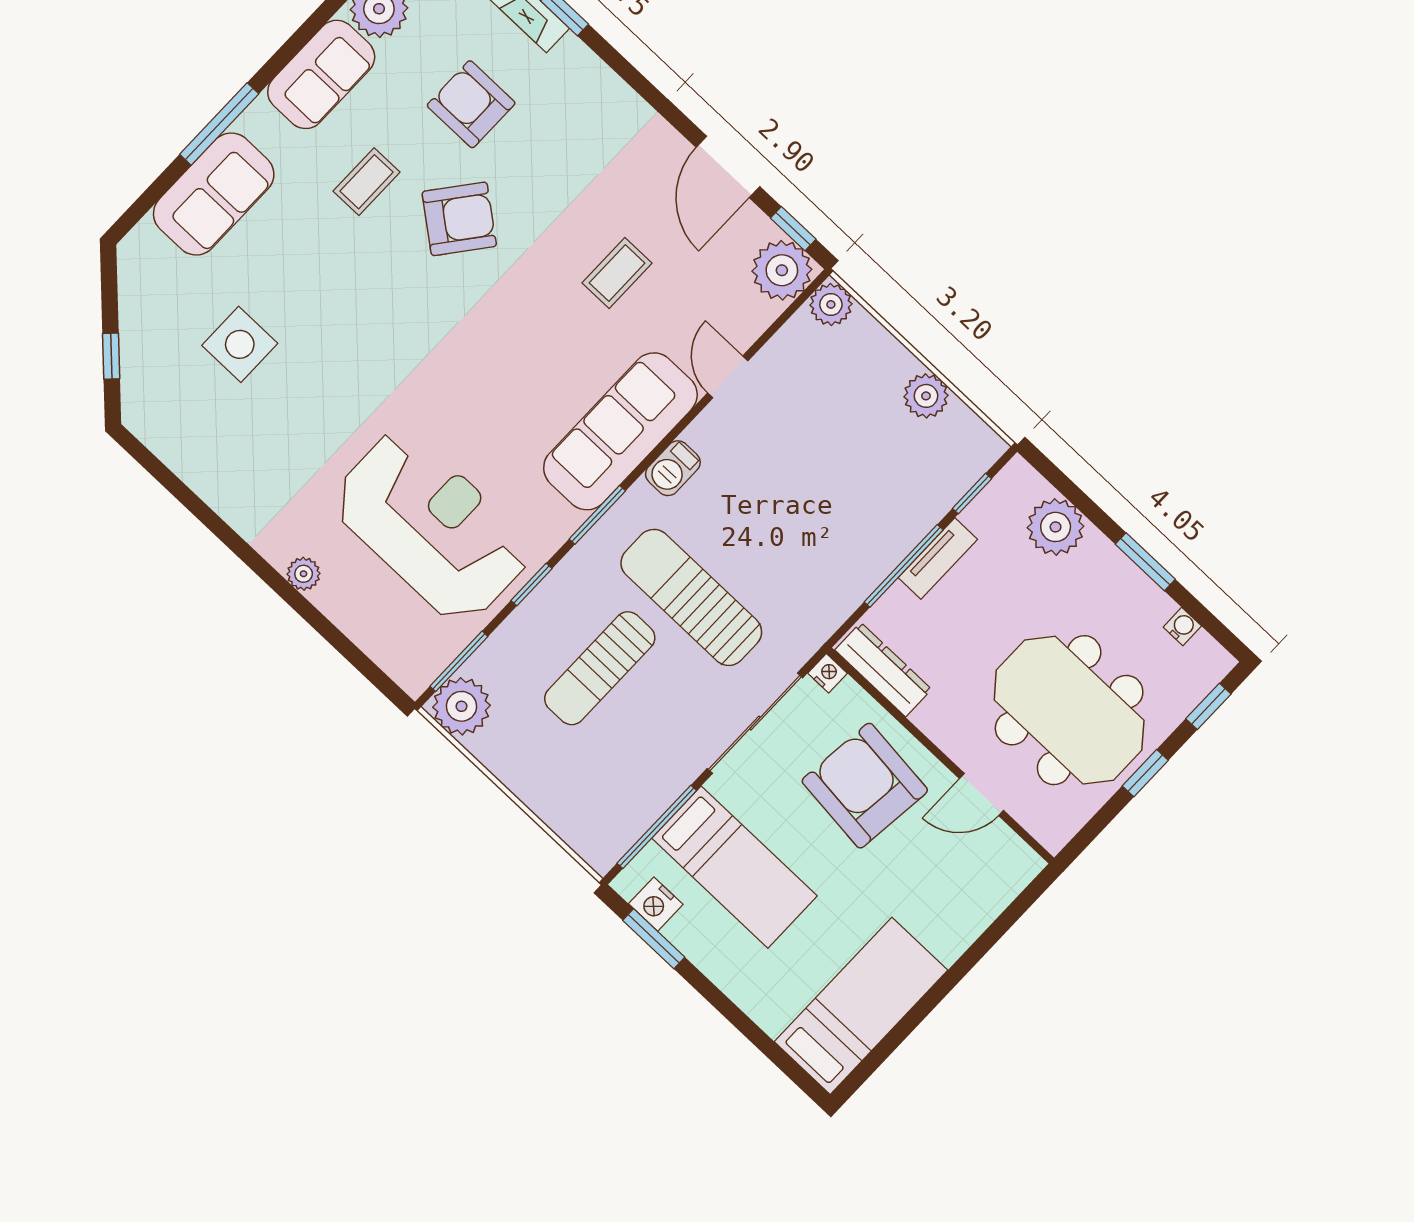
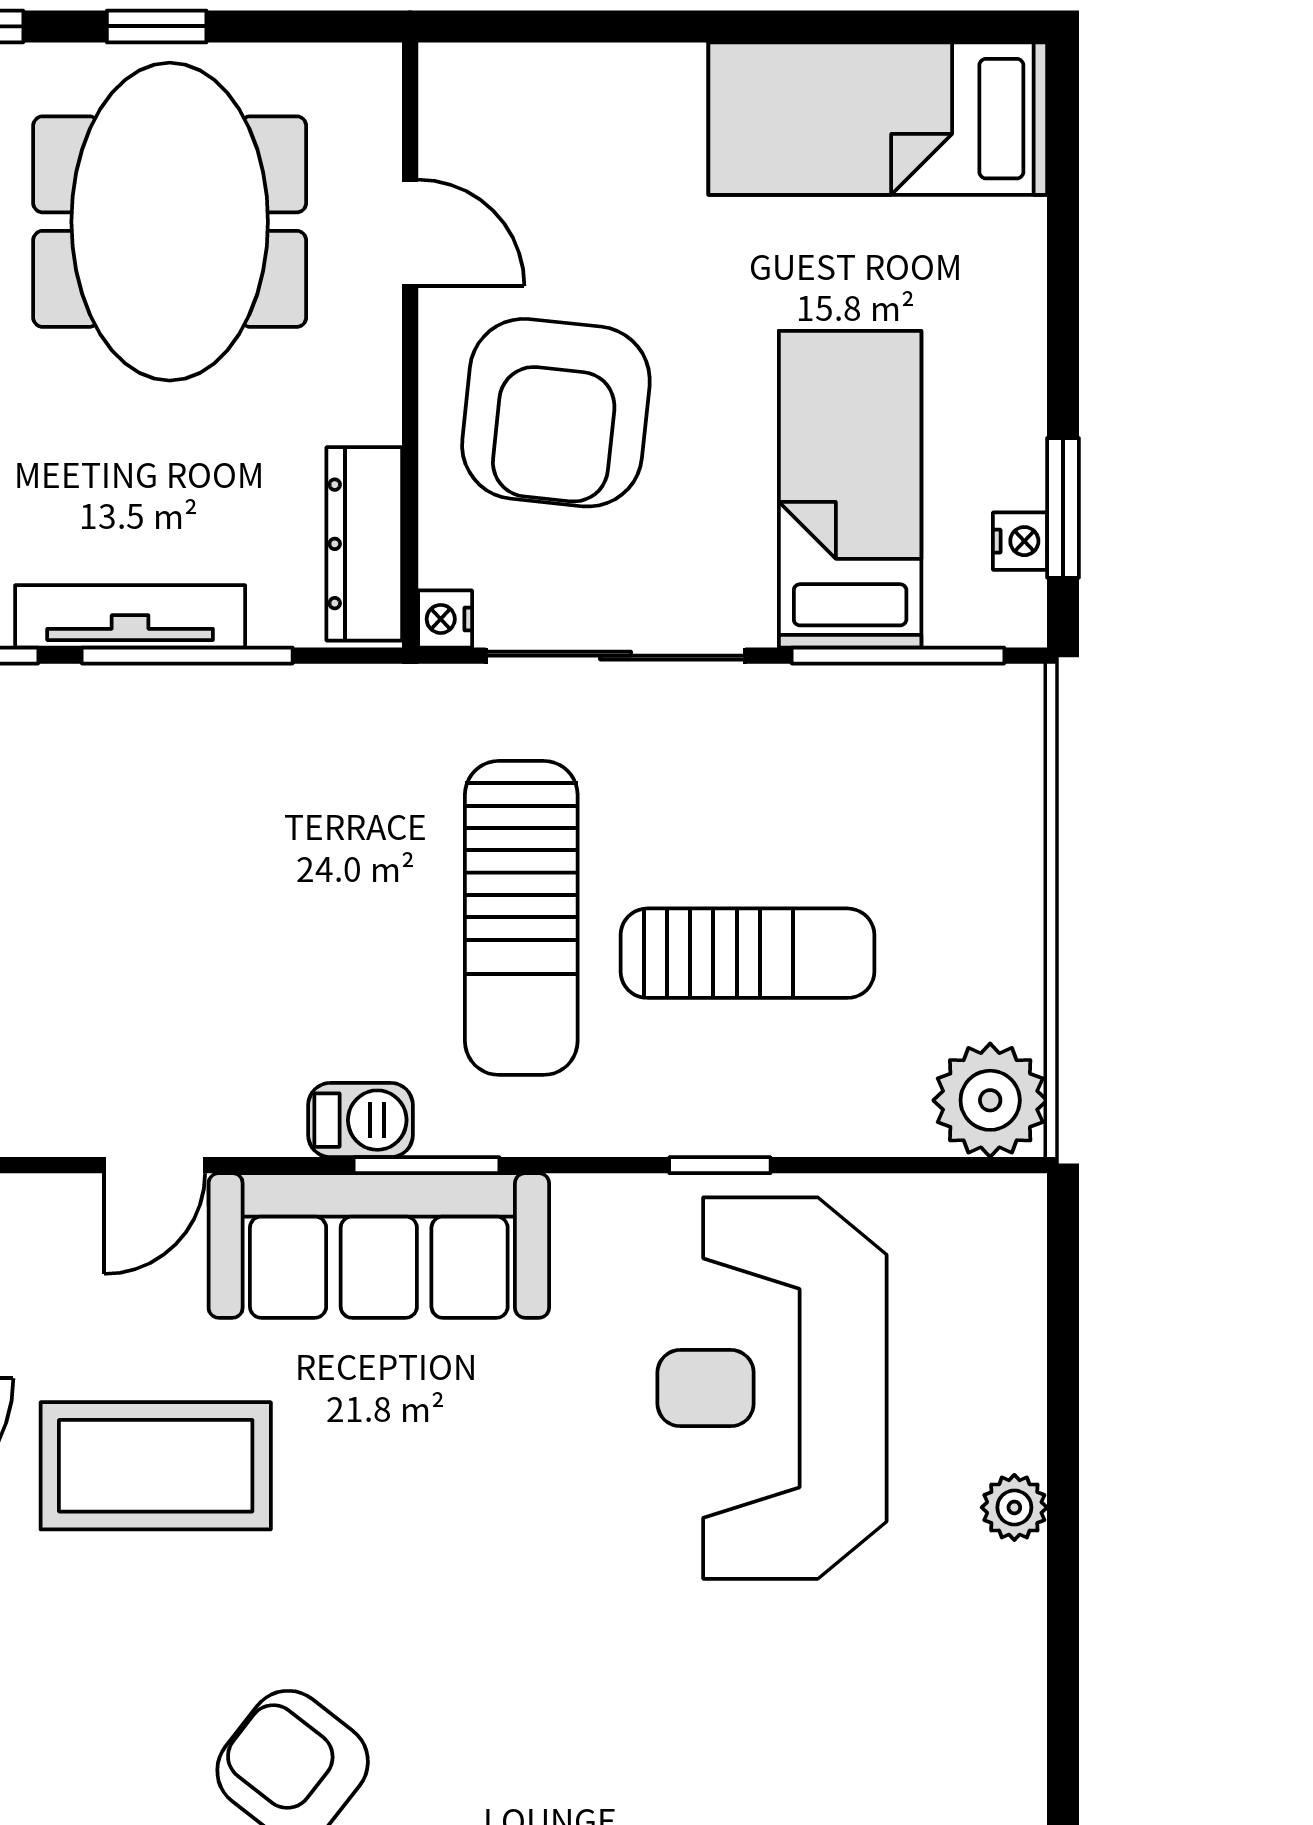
coffee table: (617, 273) -> (156, 1466), width x1.86, depth x1.72
window: (597, 515) -> (427, 1165), moved
tv unit: (938, 558) -> (130, 616), width x1.41
window: (459, 661) -> (929, 1165), removed
nightstand: (656, 904) -> (1020, 541), width x0.72, depth x0.74

